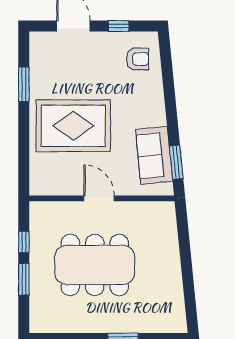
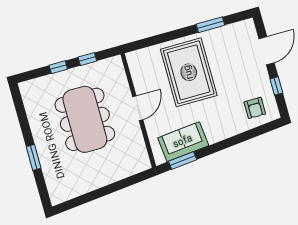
window: (24, 279) -> (58, 67), width x0.67

